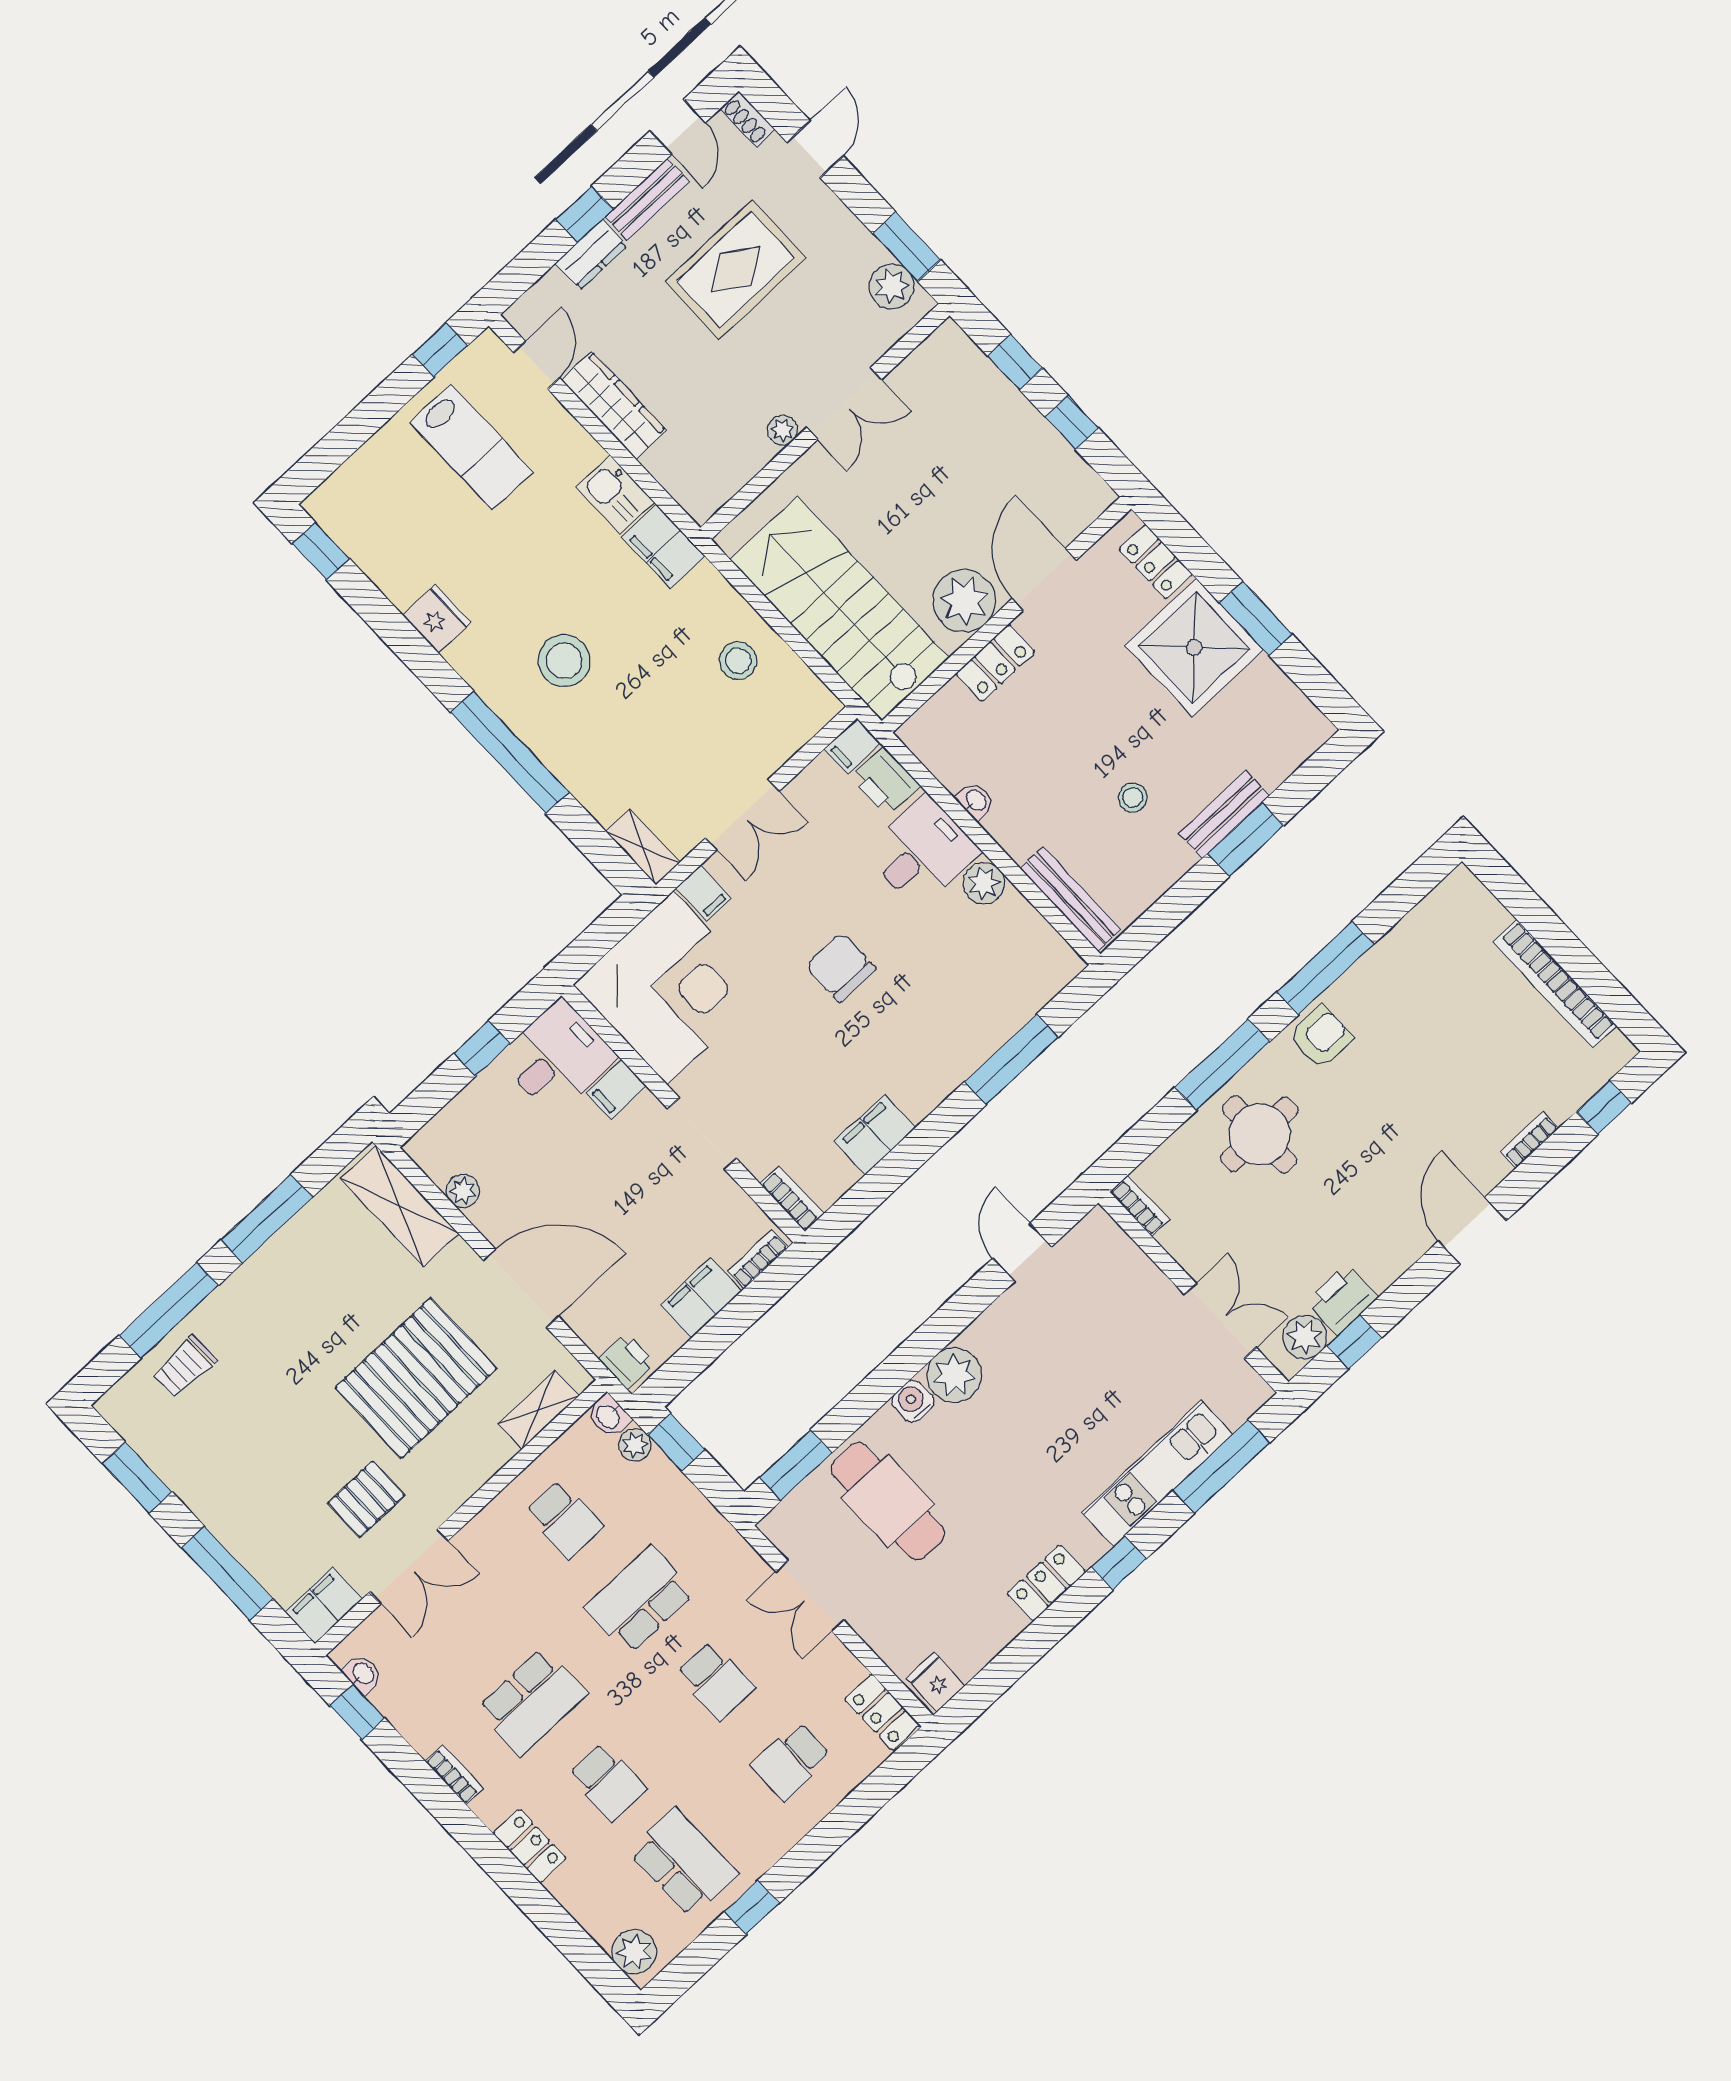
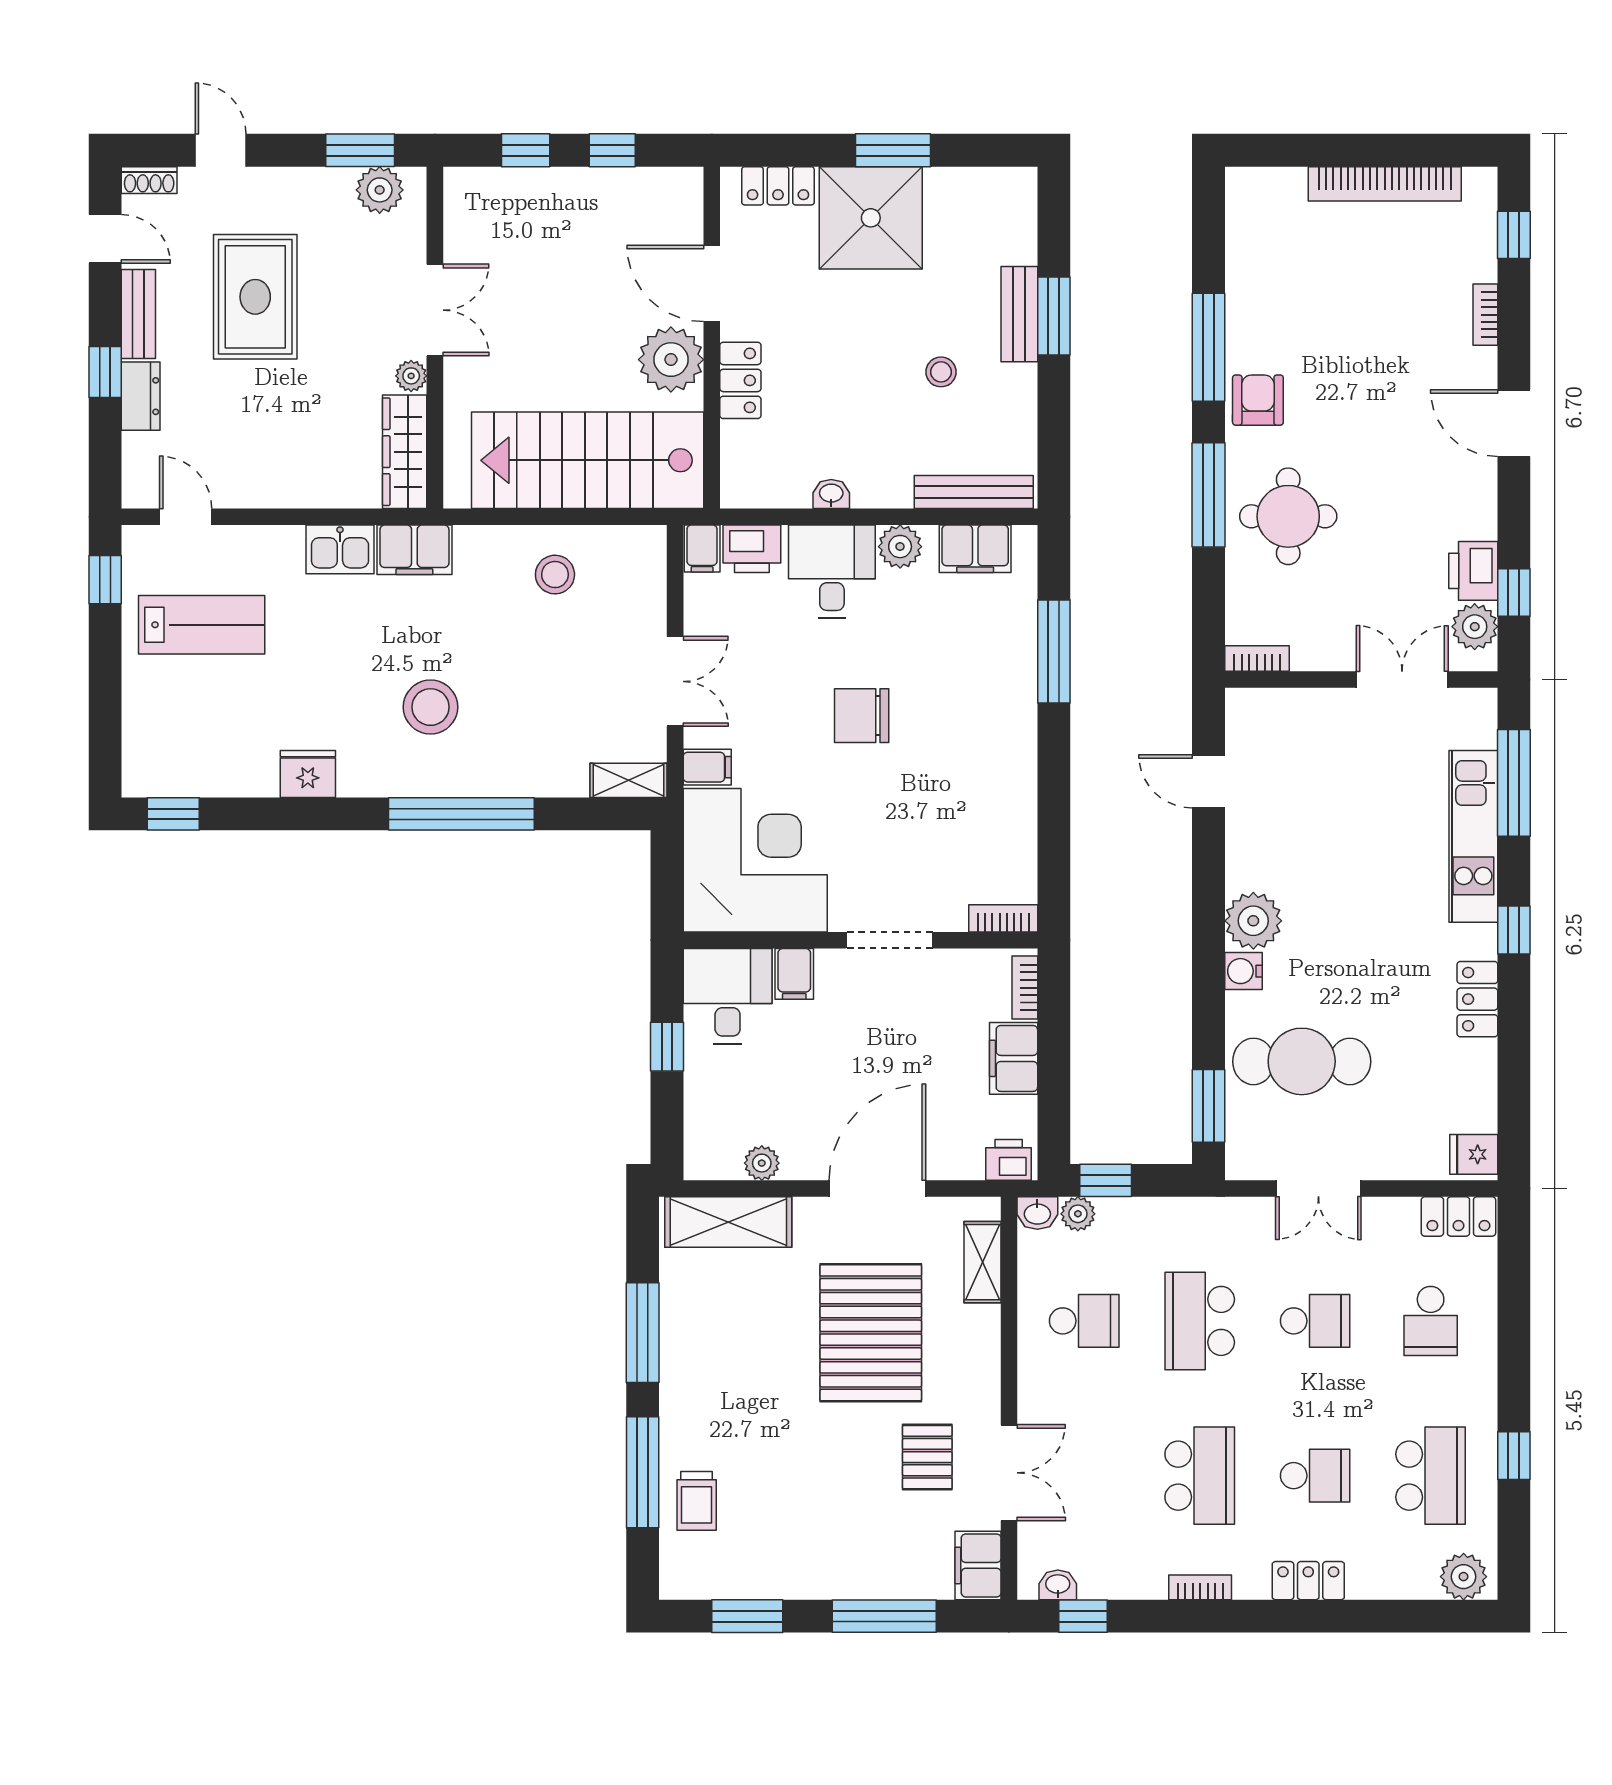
wardrobe: (614, 405) -> (405, 452), moved, turned -90
filing cabinet: (875, 1135) -> (975, 549), moved, turned -90
school desk: (683, 1863) -> (1431, 1476), turned 90

